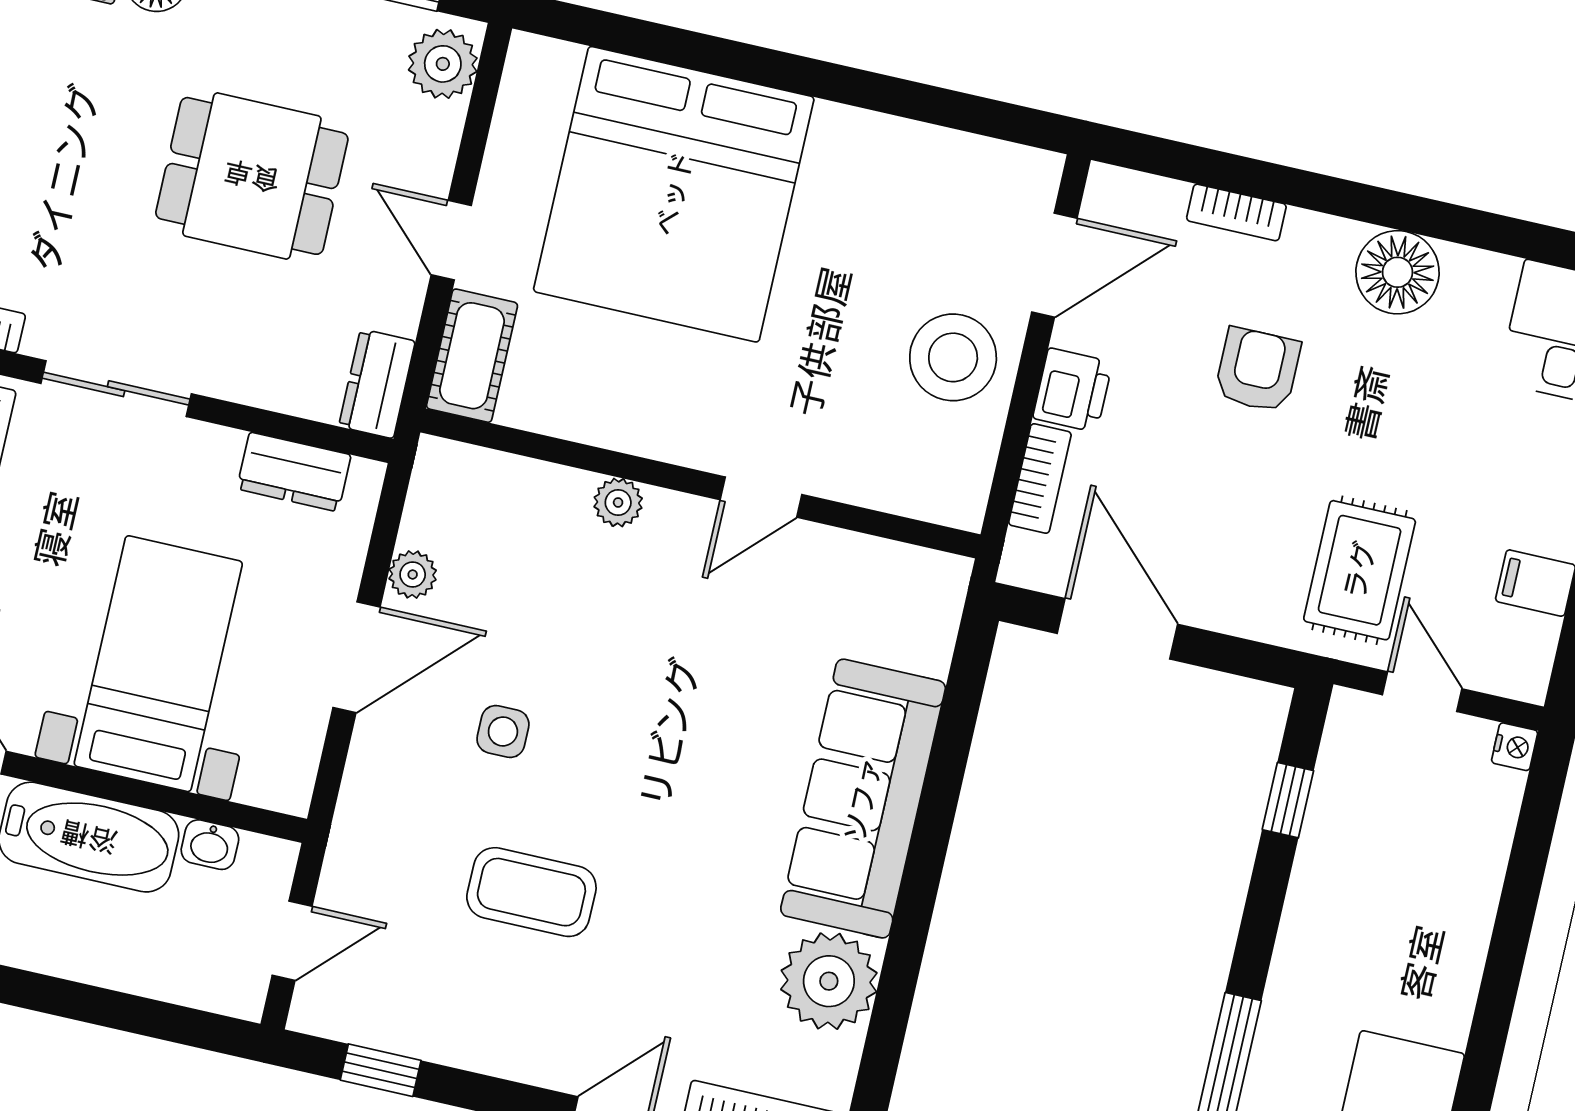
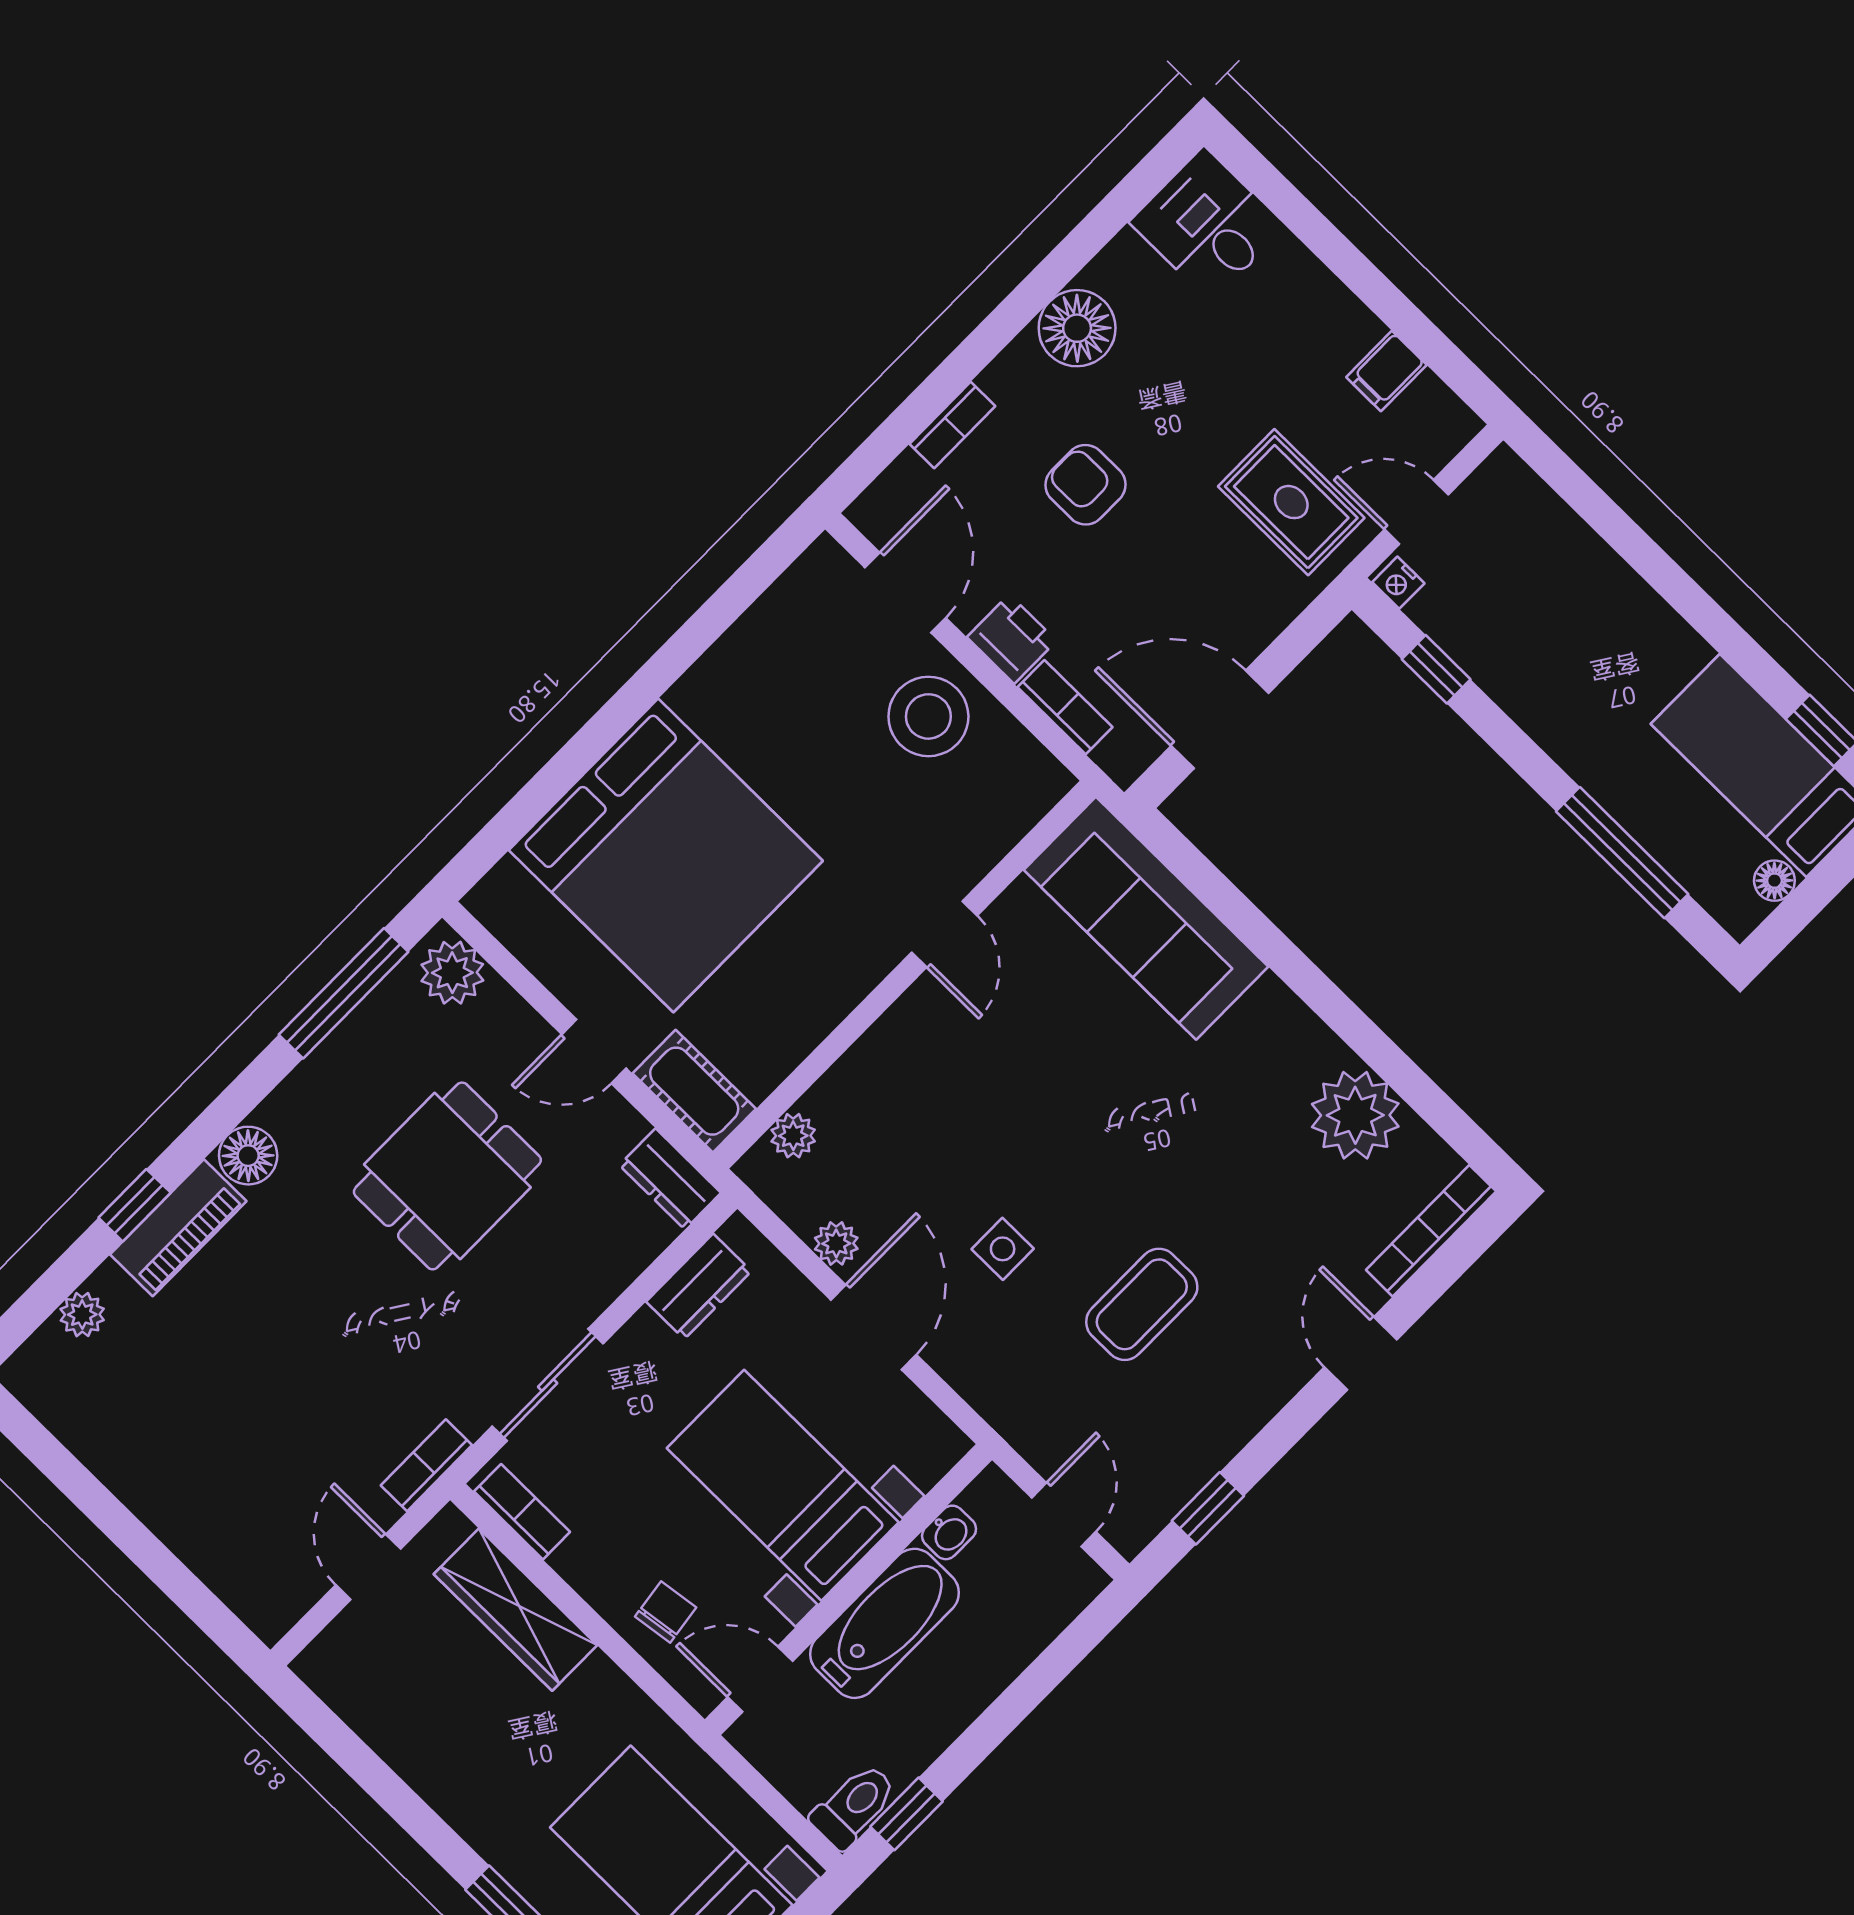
plant: (618, 502) -> (793, 1136), moved
nightstand: (1515, 747) -> (1398, 583), moved, turned 180
sofa: (863, 799) -> (1146, 918), moved

